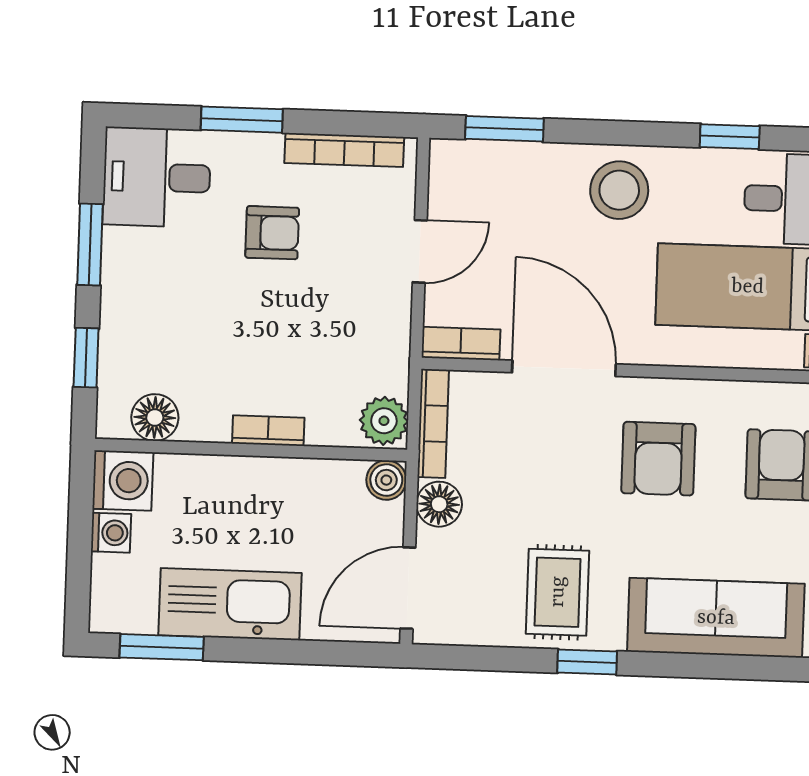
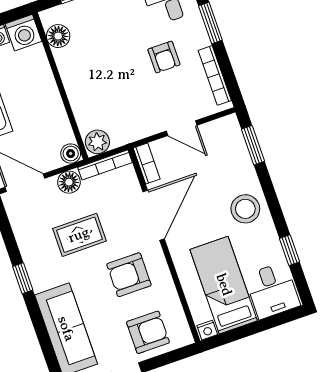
bookcase: (268, 431) -> (72, 91), removed
rug: (558, 592) -> (79, 235), moved

